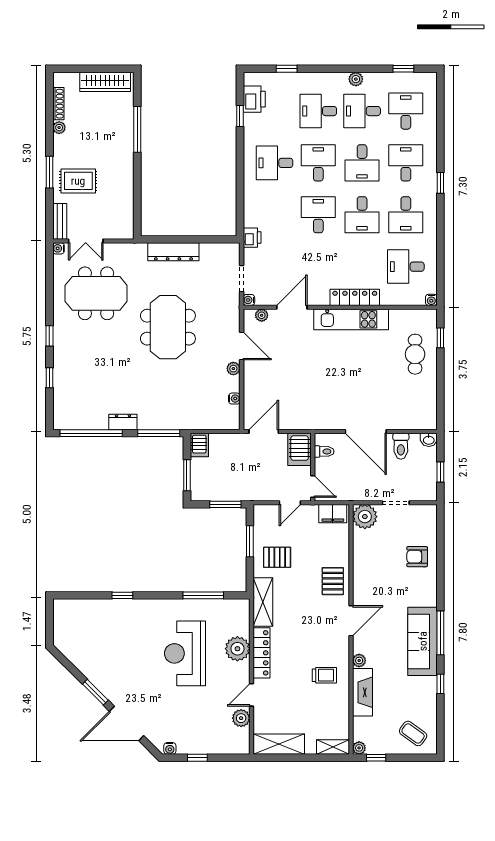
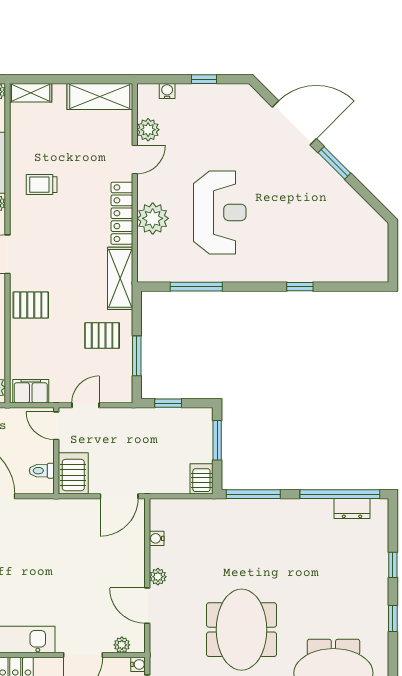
dresser: (123, 422) -> (352, 508), moved
window: (225, 504) -> (168, 403), width x0.67
pallet: (333, 581) -> (31, 305), turned 90
water cooler: (170, 748) -> (167, 91), moved

